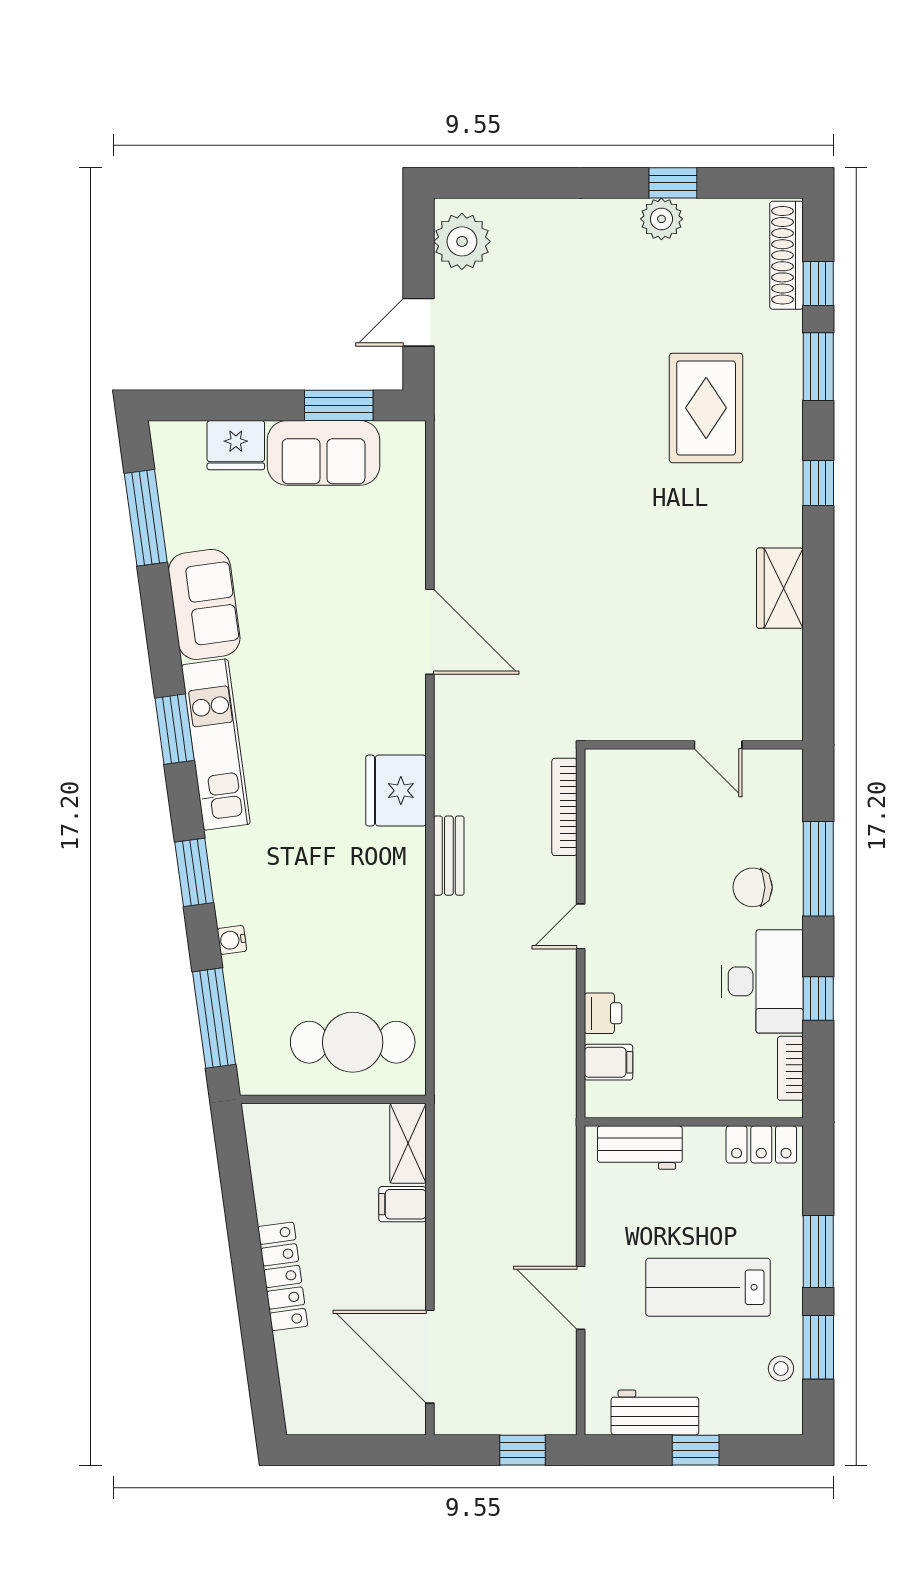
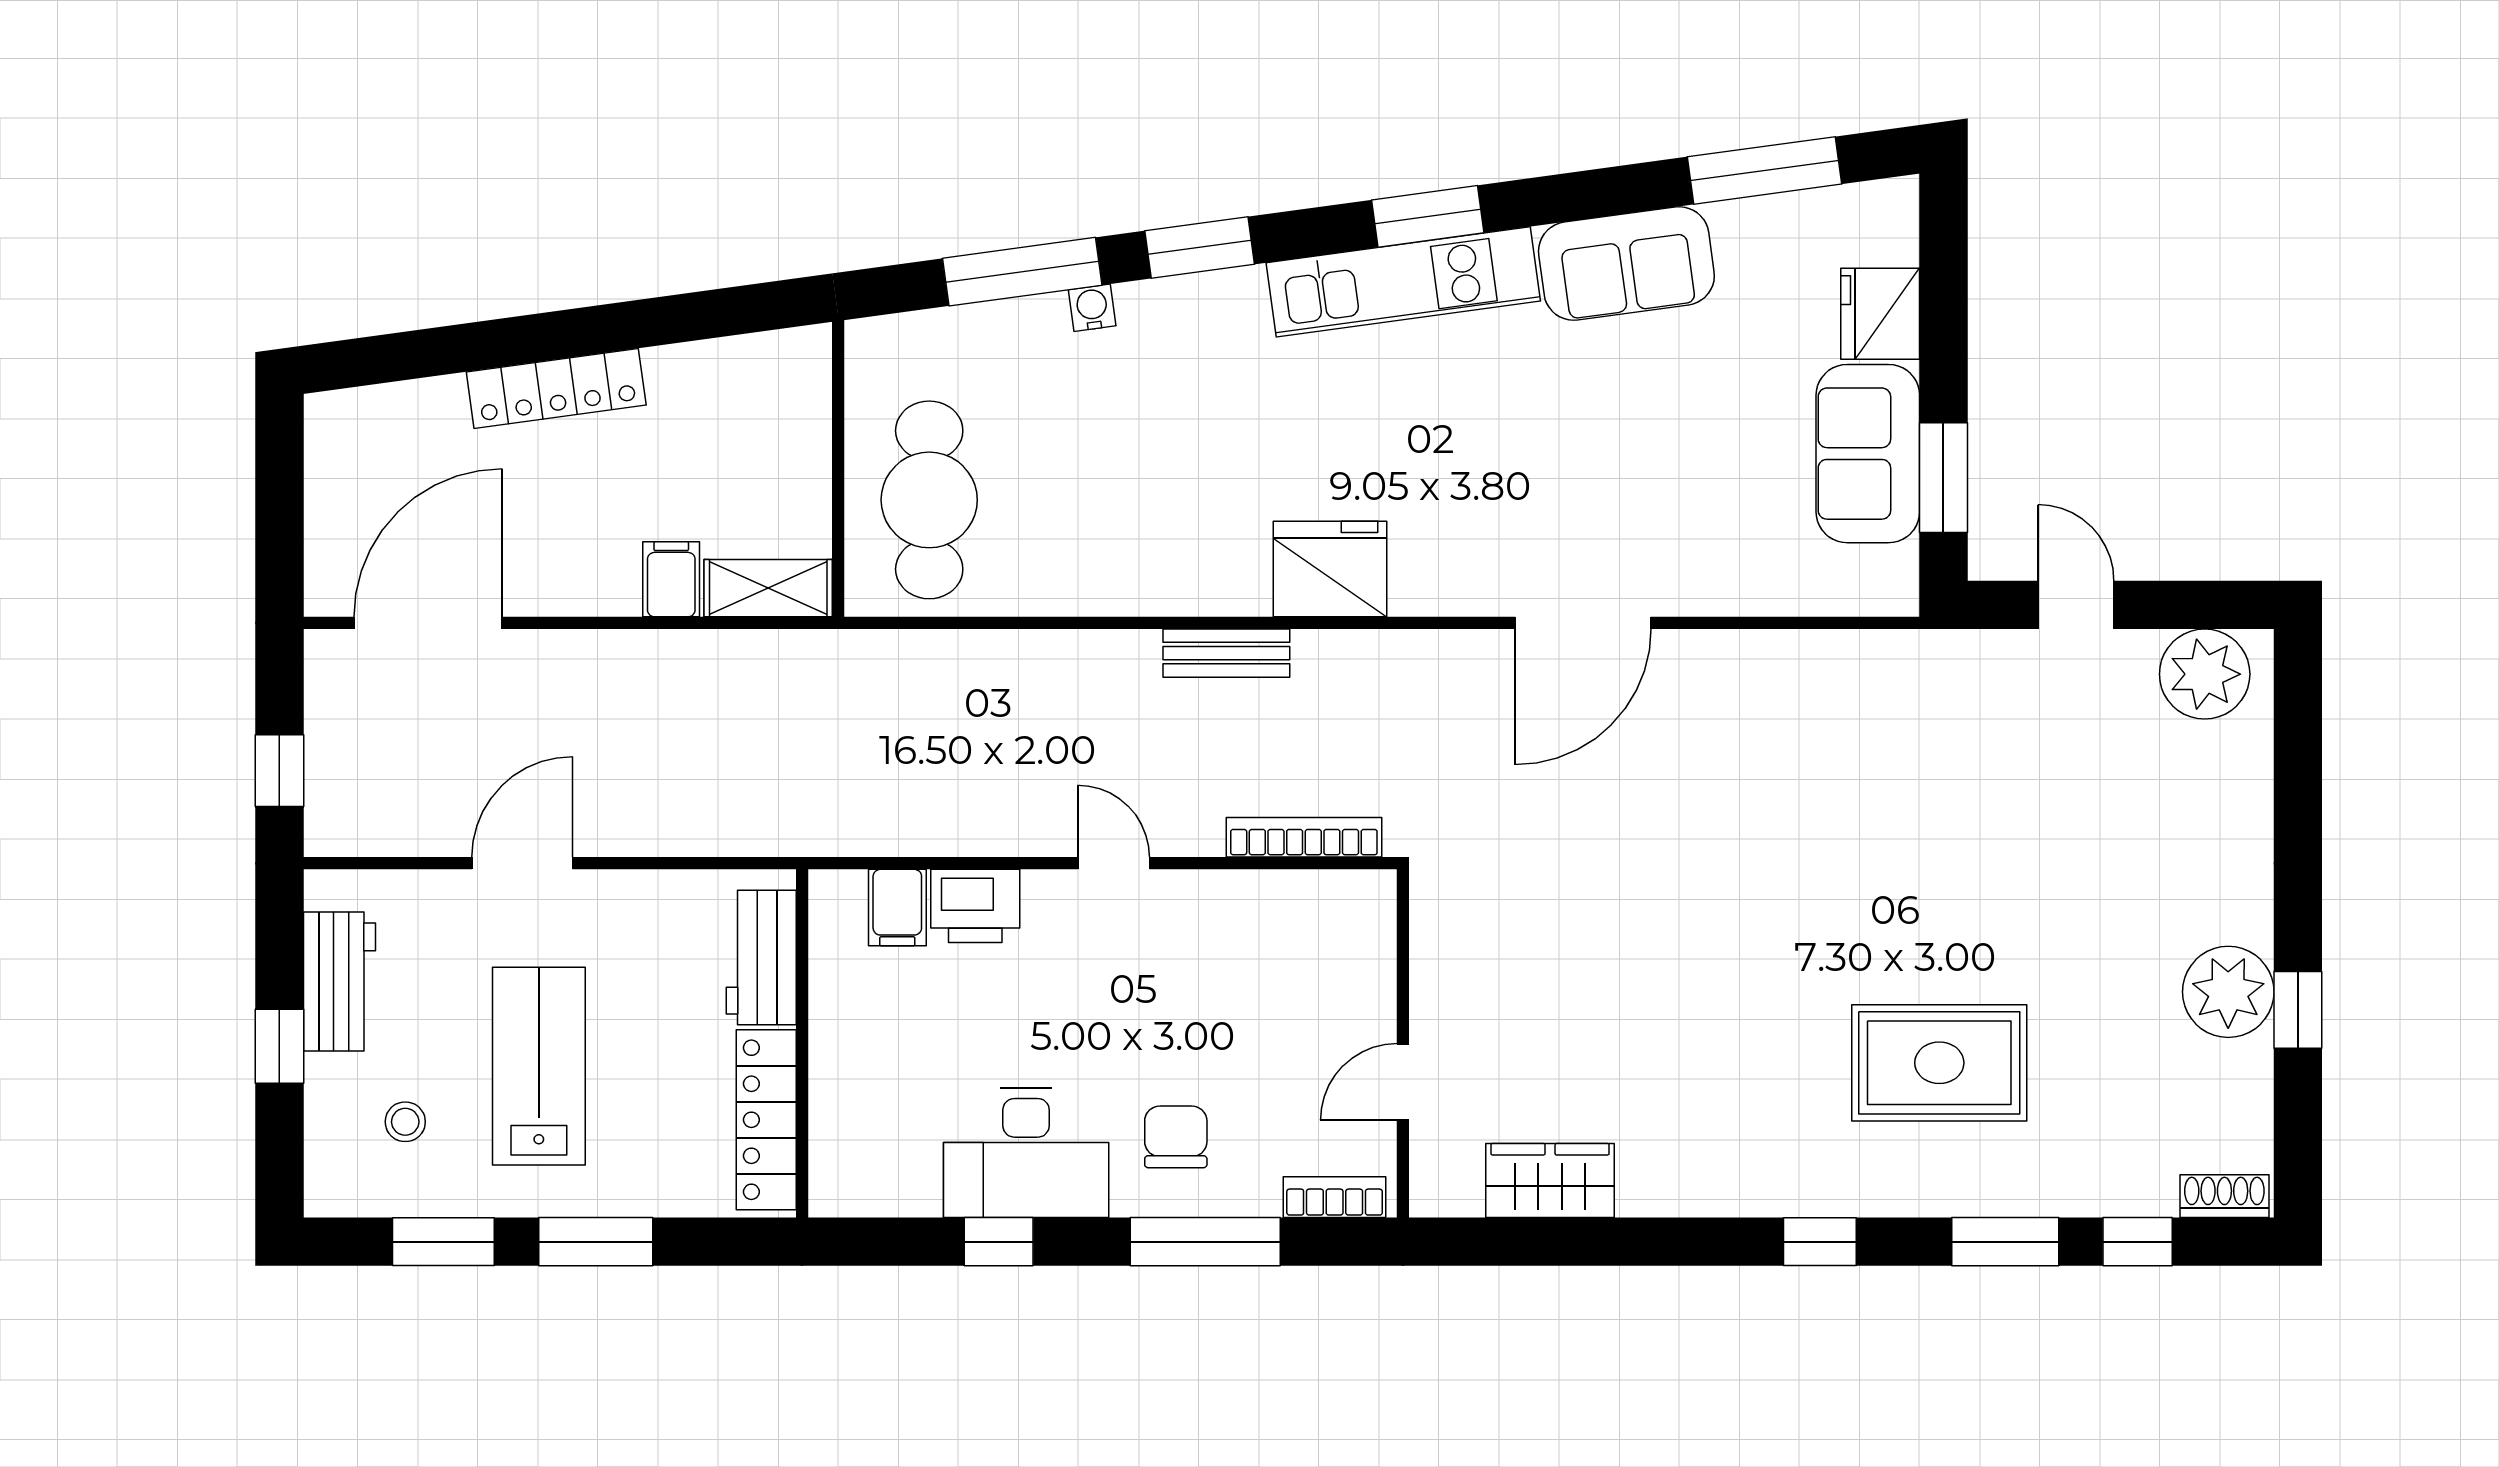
plant: (661, 219) -> (2228, 992), width x1.36, depth x1.36
shoe rack: (787, 255) -> (2224, 1196), width x0.51, depth x0.81
wardrobe: (780, 588) -> (1550, 1181), moved
printer: (603, 1013) -> (975, 906), width x1.36, depth x1.24
window: (214, 1018) -> (1022, 272), moved
bookcase: (790, 1068) -> (1335, 1197), moved
locker: (761, 1144) -> (766, 1120), width x1.53
stool: (781, 1369) -> (405, 1122), moved

